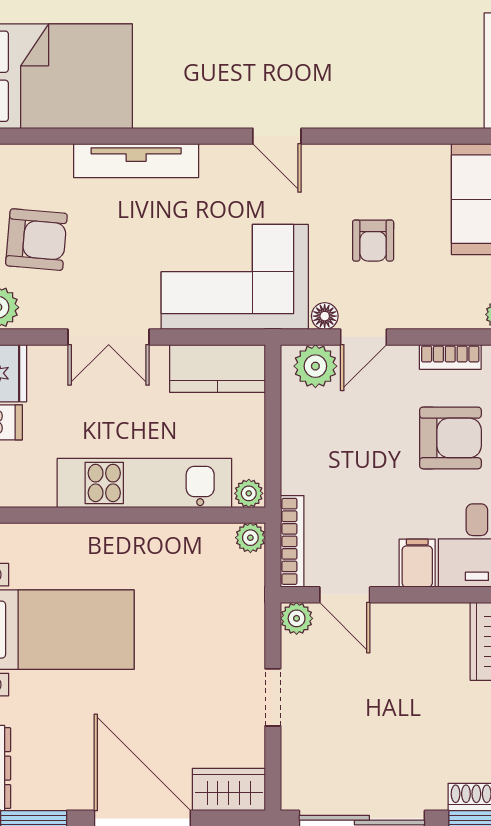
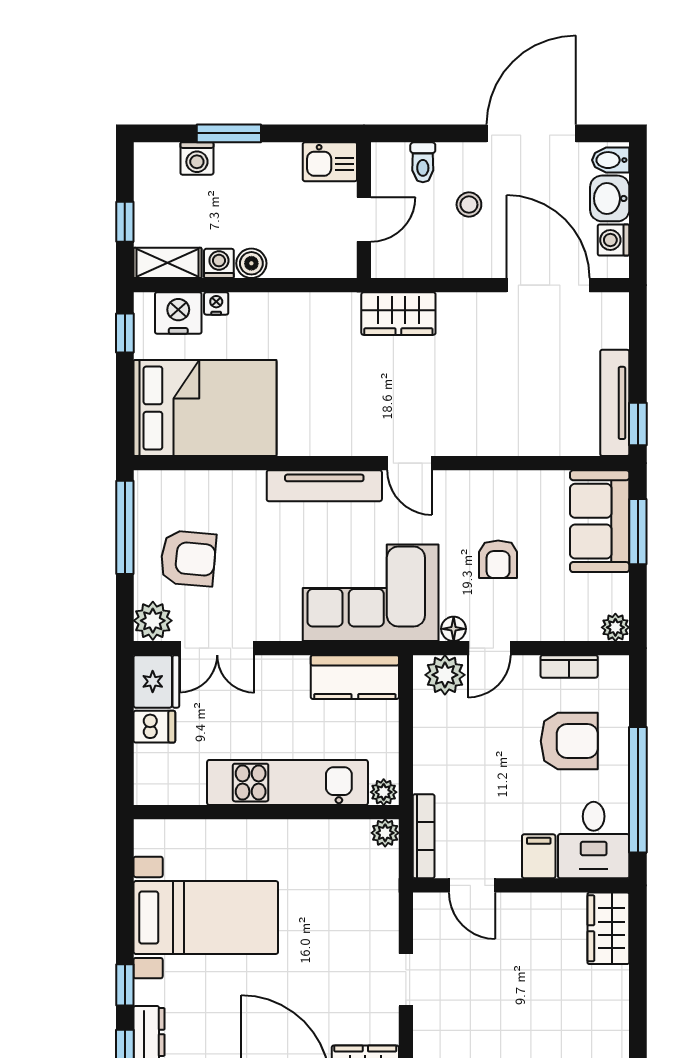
tv unit: (136, 161) -> (324, 486), moved
double door: (109, 337) -> (217, 648), moved
plant: (297, 618) -> (428, 907), removed

